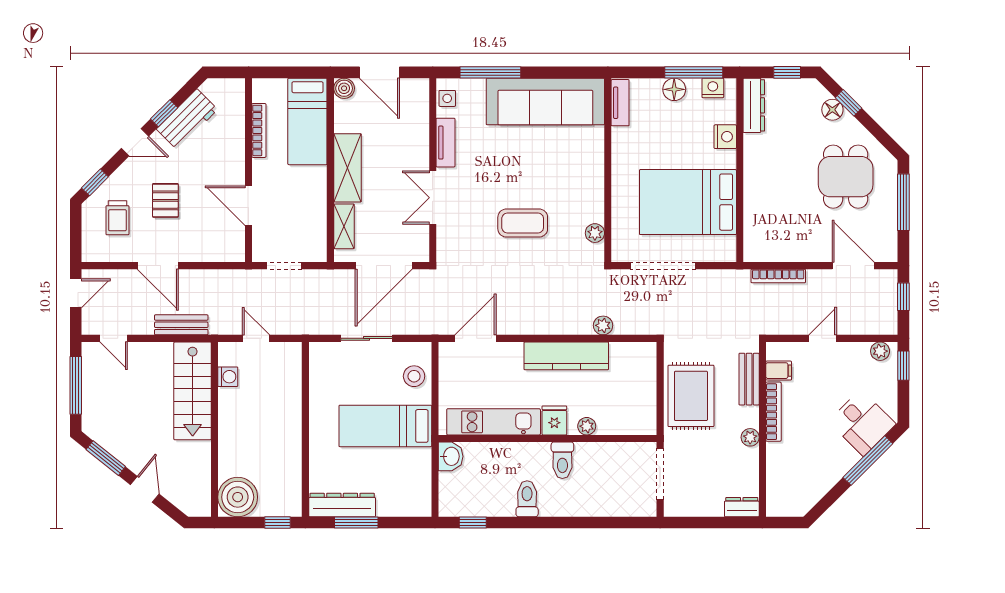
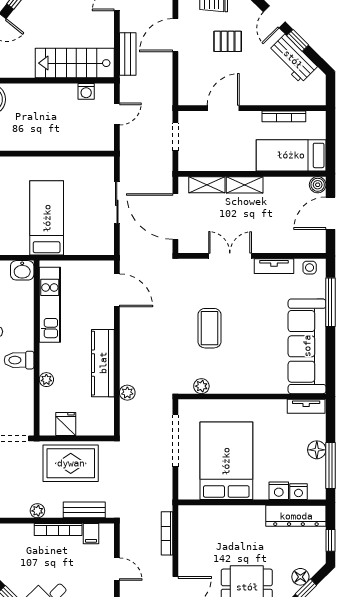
nightstand: (713, 88) -> (298, 492), moved, turned 90
dresser: (754, 105) -> (296, 516), width x1.37, depth x1.24
shelving: (348, 168) -> (245, 185), width x0.67, depth x0.75
stool: (414, 376) -> (87, 241), removed
fridge: (554, 420) -> (66, 424), moved, turned -90

